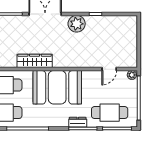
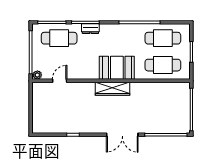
plant: (77, 24) -> (91, 125), removed
wardrobe: (35, 61) -> (113, 89), moved
booth: (57, 87) -> (117, 68), width x0.73, depth x0.70

